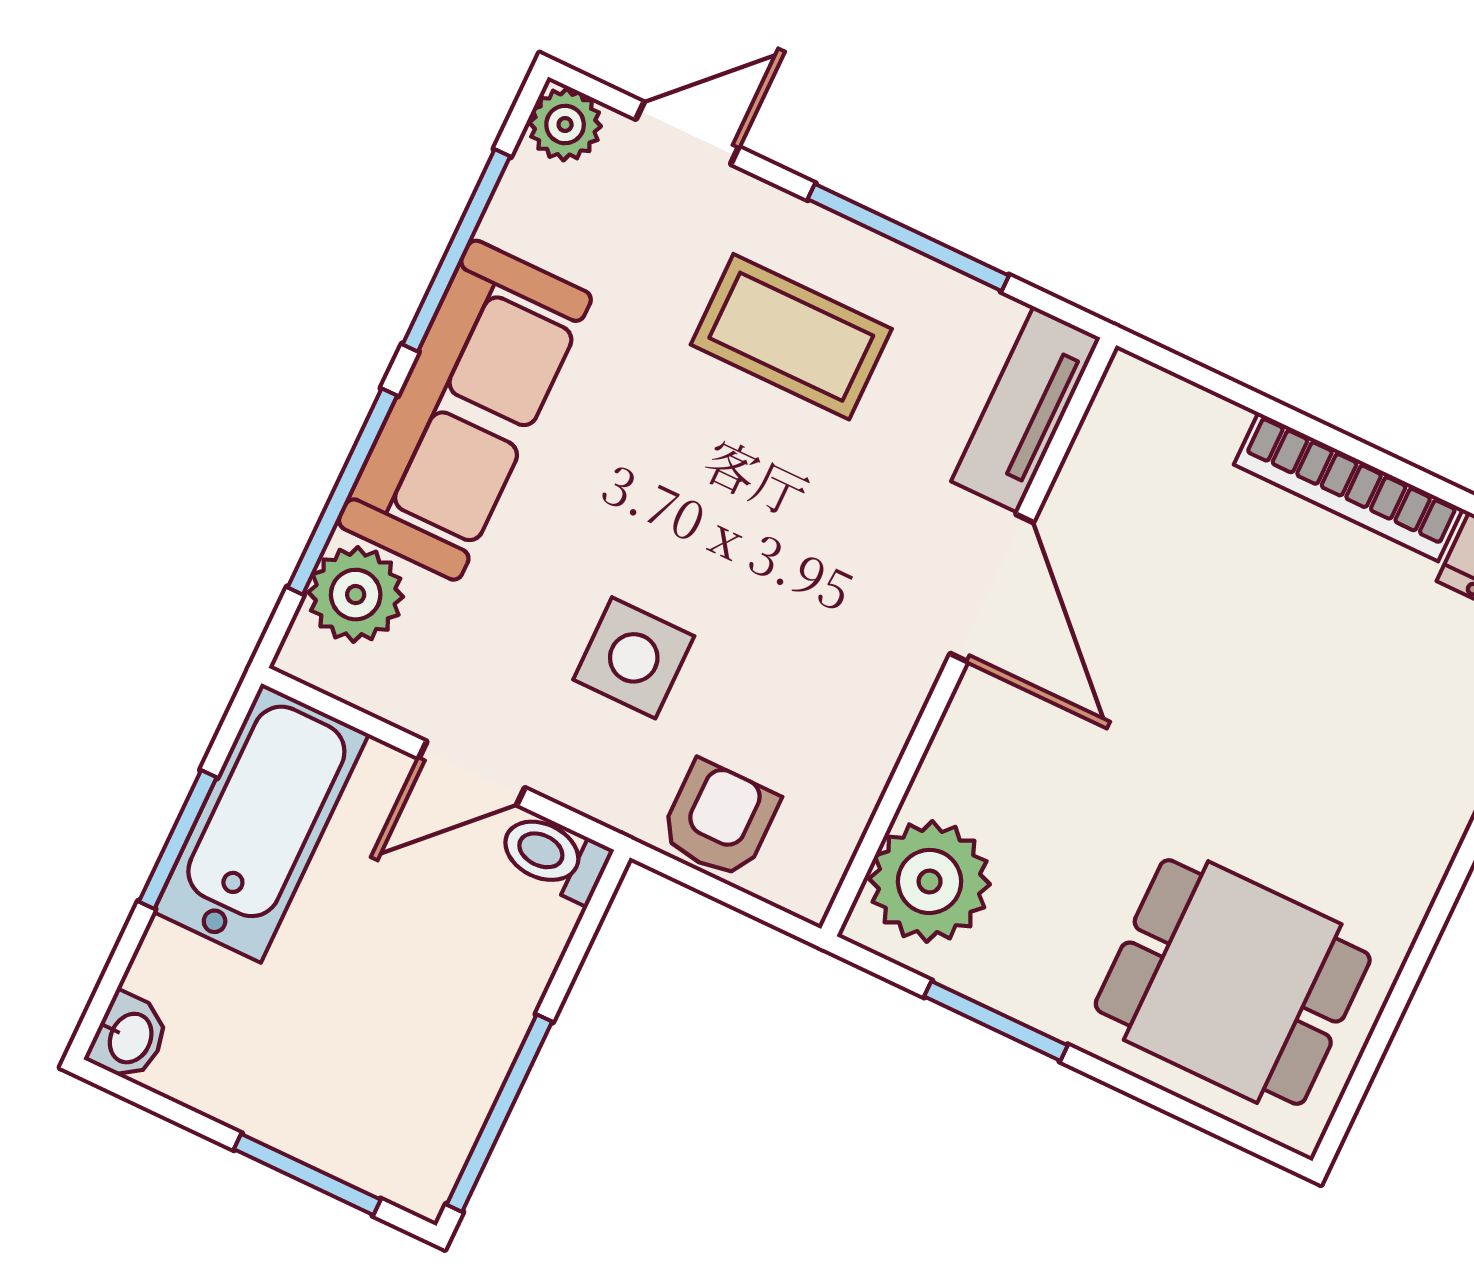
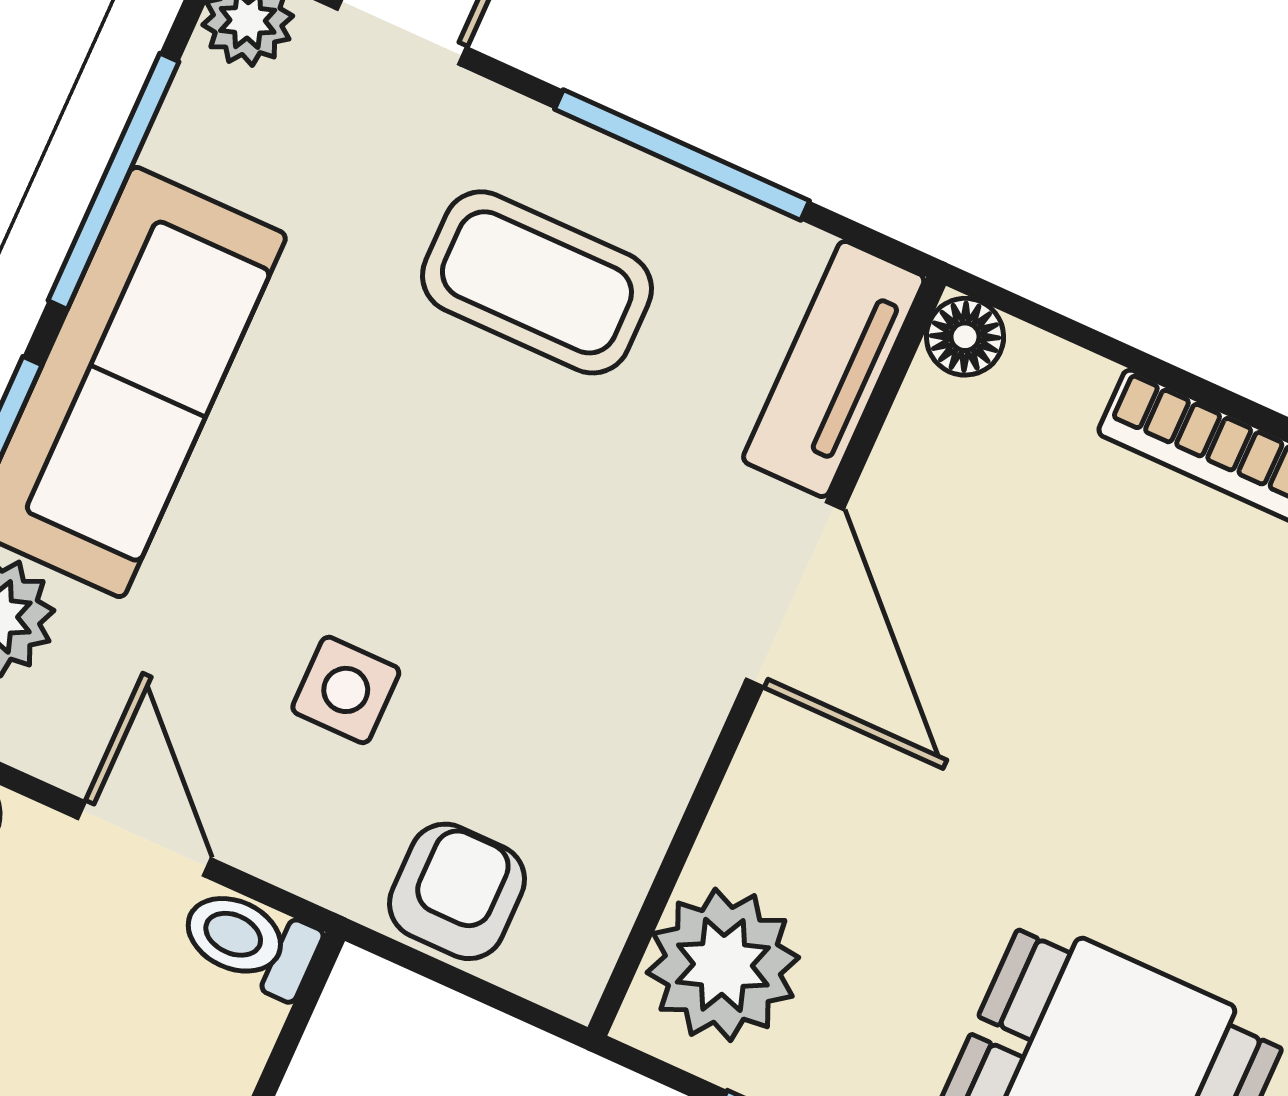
floor lamp: (1131, 386) -> (965, 337), added
side table: (634, 658) -> (346, 690), width x0.73, depth x0.73
door: (472, 773) -> (144, 839), swing flipped

